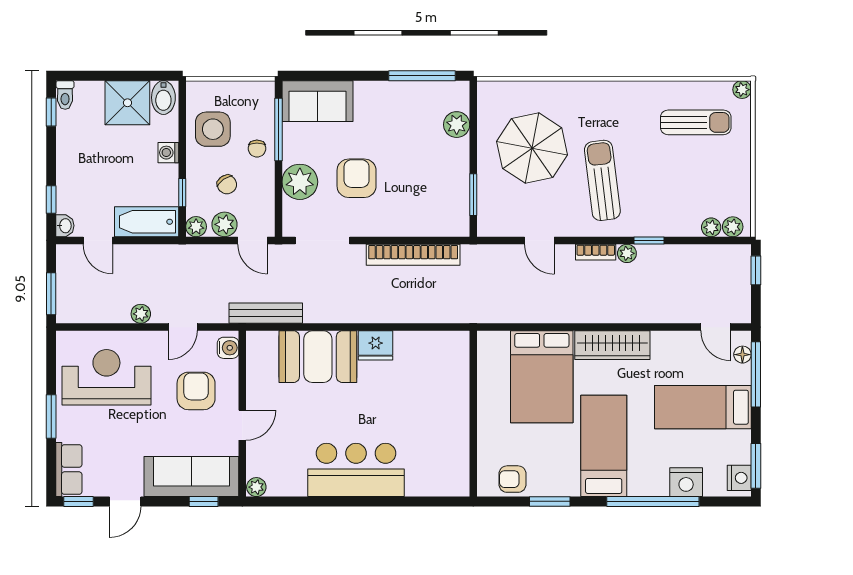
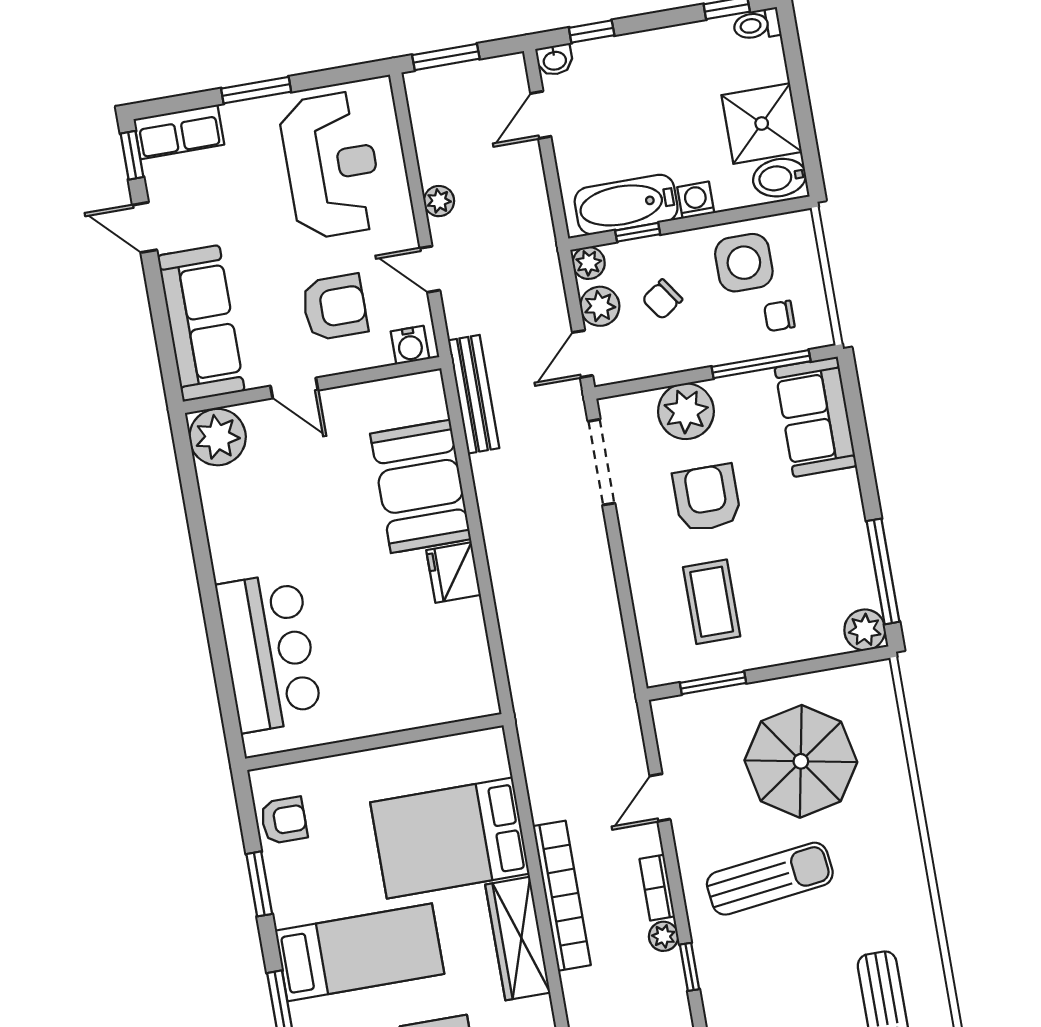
plant: (457, 125) -> (865, 630), moved
chair: (257, 149) -> (779, 316), moved
armchair: (357, 178) -> (707, 498), turned -90
coffee table: (422, 187) -> (712, 602), added
bathtub: (147, 222) -> (626, 205), moved, turned -90
bookcase: (413, 255) -> (562, 896), moved, turned 180
bar counter: (356, 470) -> (269, 652), moved
armchair: (512, 479) -> (284, 820), turned 90
plant: (256, 487) -> (218, 437), width x1.87, depth x1.87
window: (204, 501) -> (166, 349), removed

